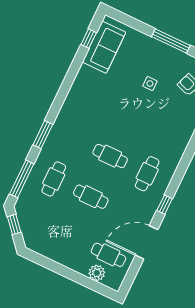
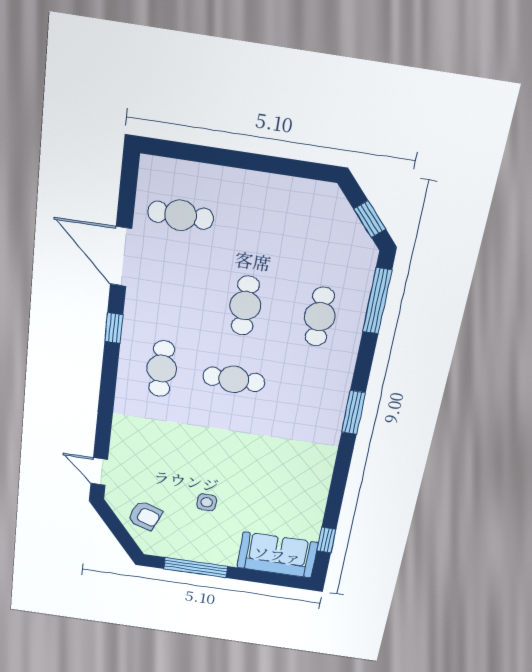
sofa: (104, 47) -> (277, 555), moved, turned 90
window: (43, 135) -> (353, 412), moved
cafe table: (91, 197) -> (245, 306), turned 90
door: (147, 242) -> (121, 257), swing flipped
plant: (97, 273) -> (191, 177), removed

